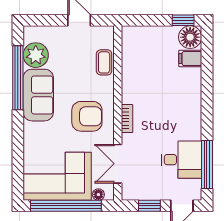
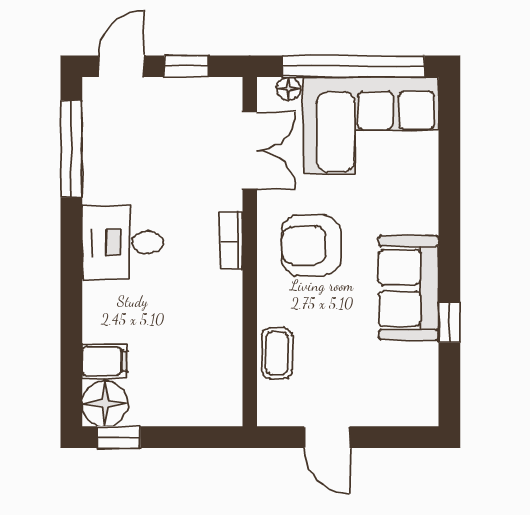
plant: (36, 55) -> (414, 368), removed
window: (18, 78) -> (449, 322), width x0.32
desk: (181, 160) -> (123, 242), moved

